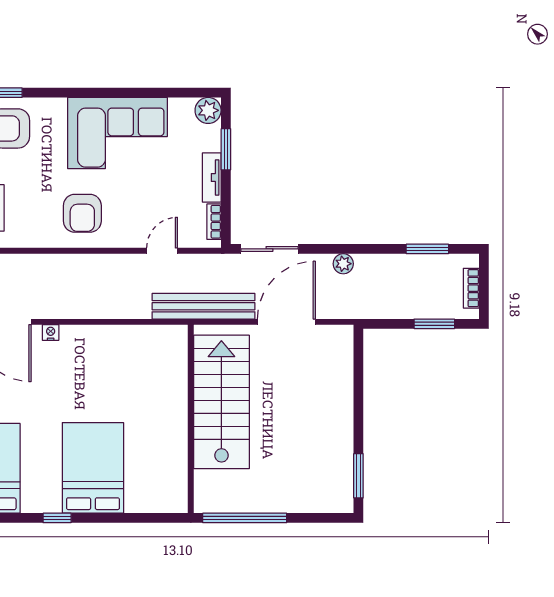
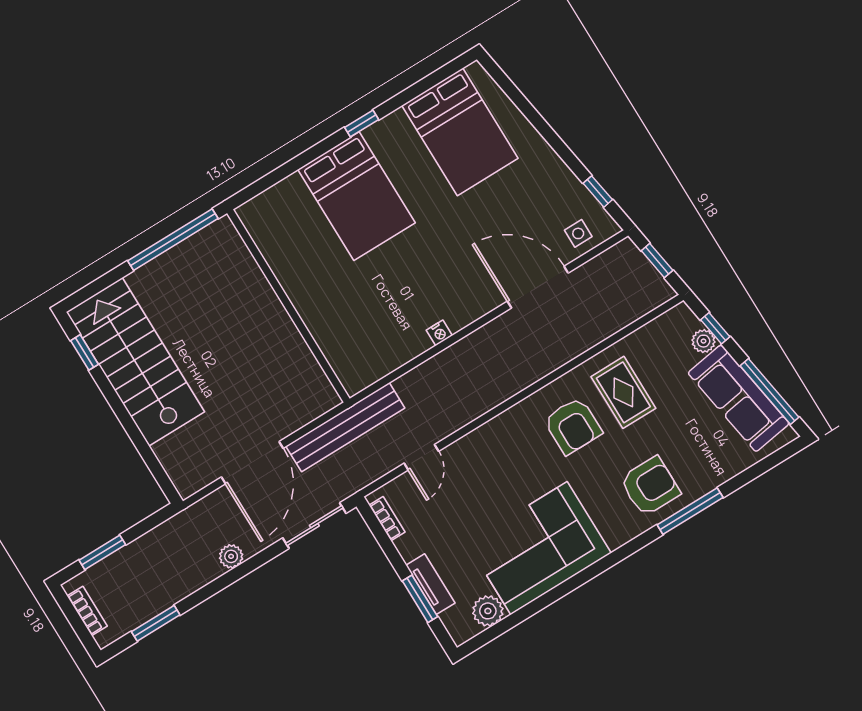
plant: (208, 110) -> (488, 611), moved
tv unit: (212, 177) -> (430, 584), moved
armchair: (82, 213) -> (573, 426), moved, turned 180
nightstand: (51, 333) -> (439, 333), moved
stairs: (221, 402) -> (135, 362), moved, turned 180
window: (358, 476) -> (85, 352), width x0.67

